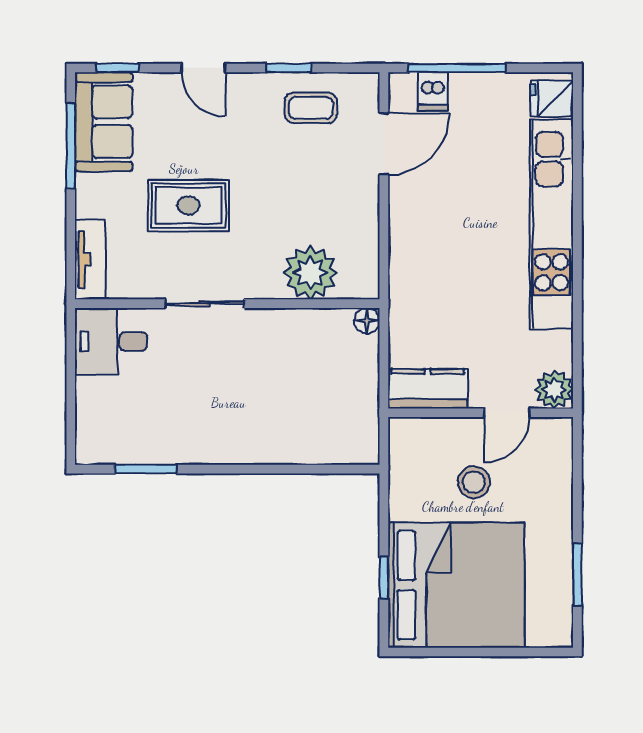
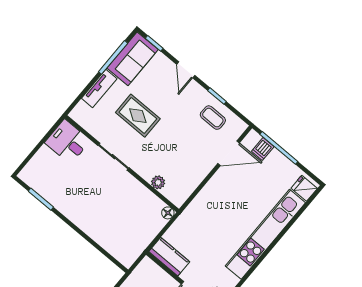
tv unit: (90, 260) -> (99, 88), moved
plant: (310, 273) -> (158, 182), width x0.53, depth x0.53

